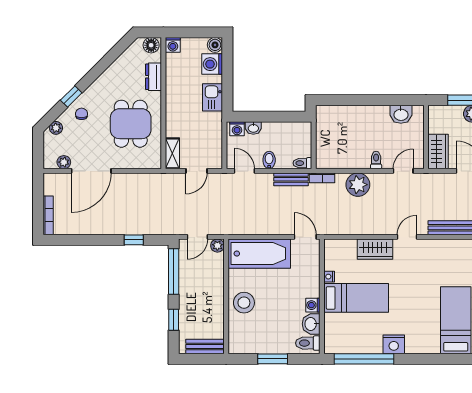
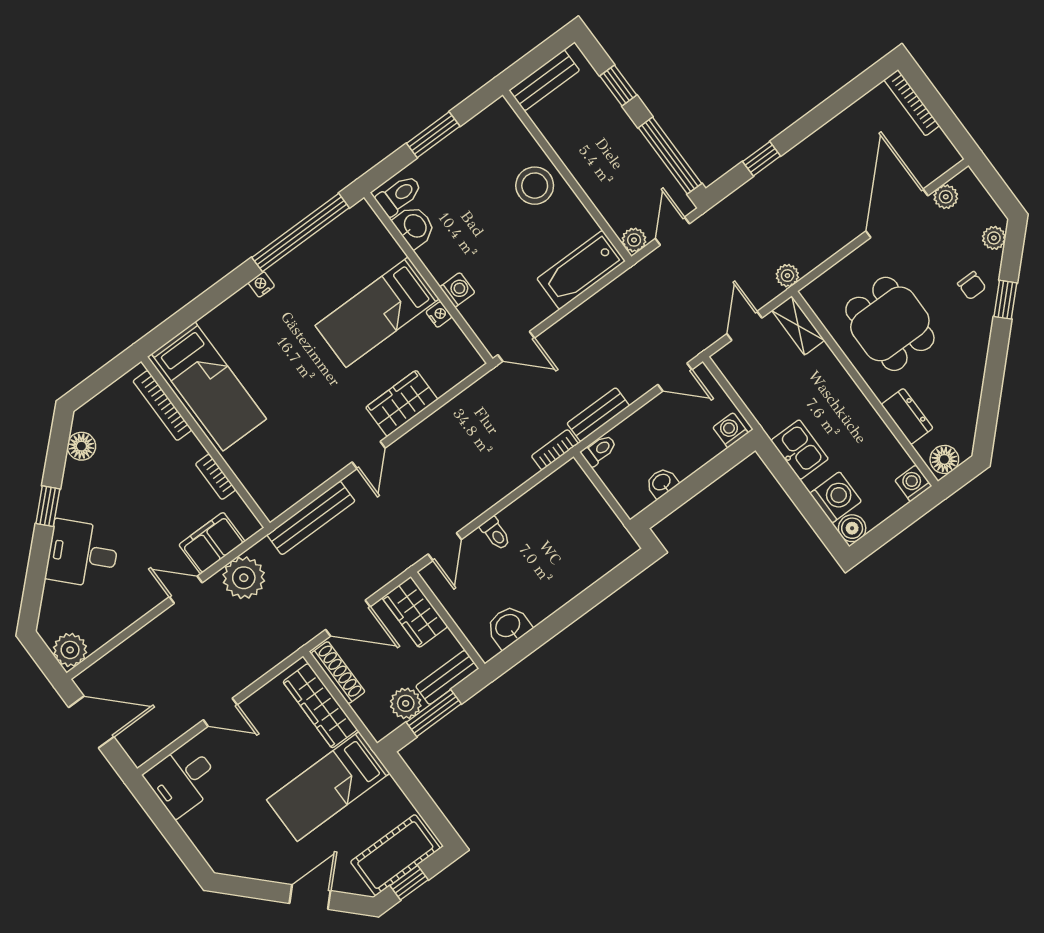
bench: (445, 112) -> (447, 677), added
washbasin: (253, 128) -> (662, 483), moved
bidet: (269, 160) -> (651, 419), removed
plant: (358, 185) -> (787, 276), moved, width x0.53, depth x0.53
bathtub: (259, 254) -> (581, 270), width x0.73, depth x0.73
washing machine: (313, 305) -> (457, 290), moved
nightstand: (394, 344) -> (261, 284), width x0.53, depth x0.56

